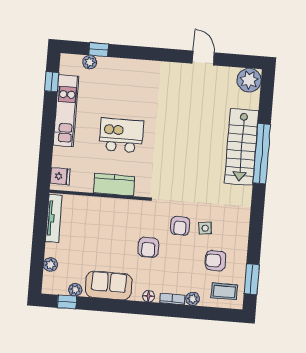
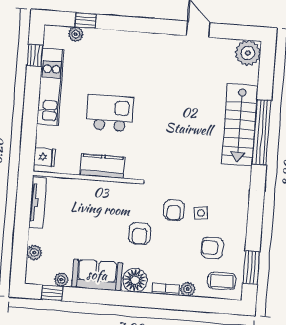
floor lamp: (149, 296) -> (135, 280), width x1.89, depth x1.89

